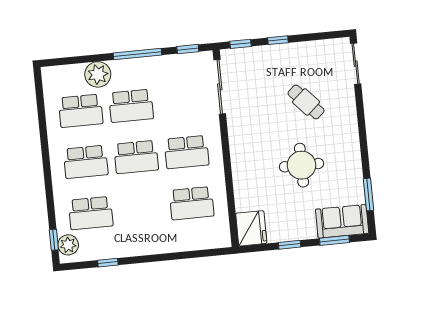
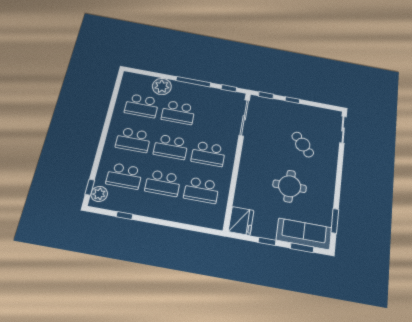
school desk: (141, 208) -> (163, 183), added
sofa: (342, 221) -> (304, 234), width x1.36

